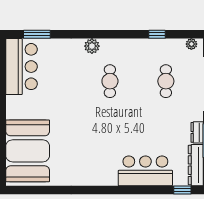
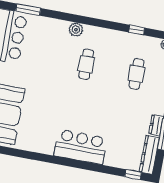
bar counter: (145, 171) -> (81, 147), moved

